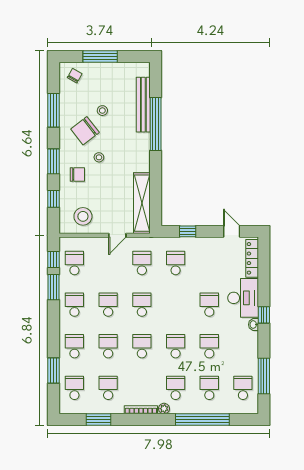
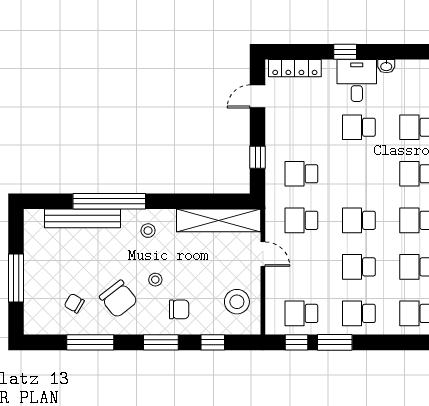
chair: (75, 76) -> (74, 303), moved
stool: (102, 111) -> (148, 231), moved
chair: (77, 175) -> (179, 309), turned 90
desk: (243, 298) -> (357, 80), width x0.73
window: (264, 315) -> (345, 52), moved

